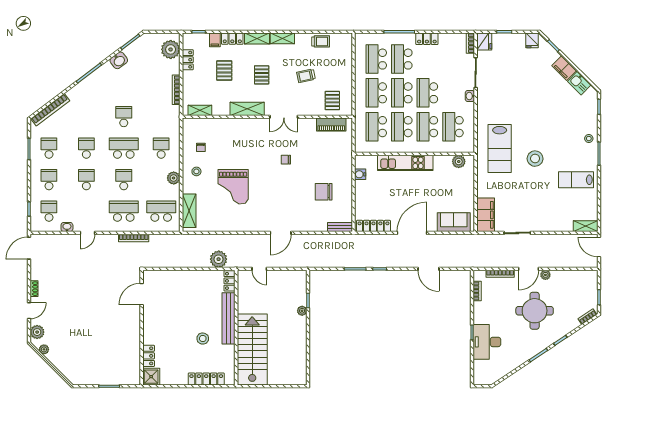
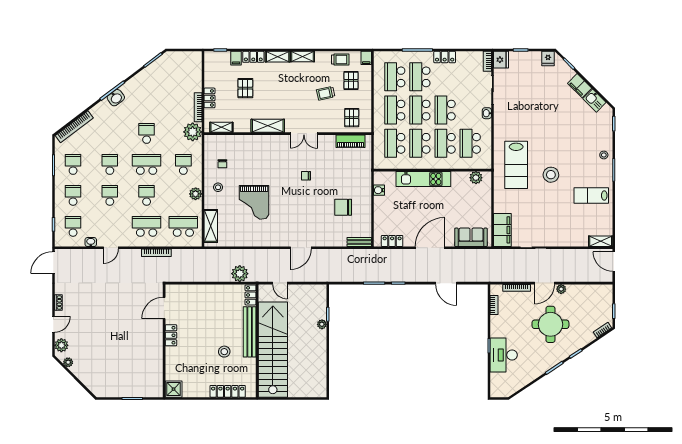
filing cabinet: (347, 40) -> (366, 58), added
plant: (171, 49) -> (193, 132), moved
washbasin: (119, 60) -> (116, 98), moved
locker: (188, 60) -> (209, 98), moved
pallet: (262, 75) -> (351, 80), moved
locker: (373, 226) -> (392, 241), width x0.66
stairs: (252, 349) -> (273, 350), width x1.36
locker: (149, 356) -> (171, 335), moved

